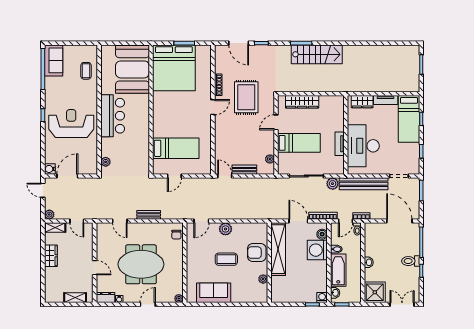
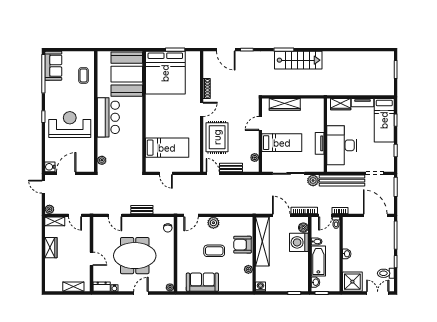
rug: (246, 97) -> (217, 137), moved
door: (174, 176) -> (166, 173), hinge flipped
toilet: (411, 261) -> (386, 273), moved
washing machine: (322, 298) -> (260, 287), moved

